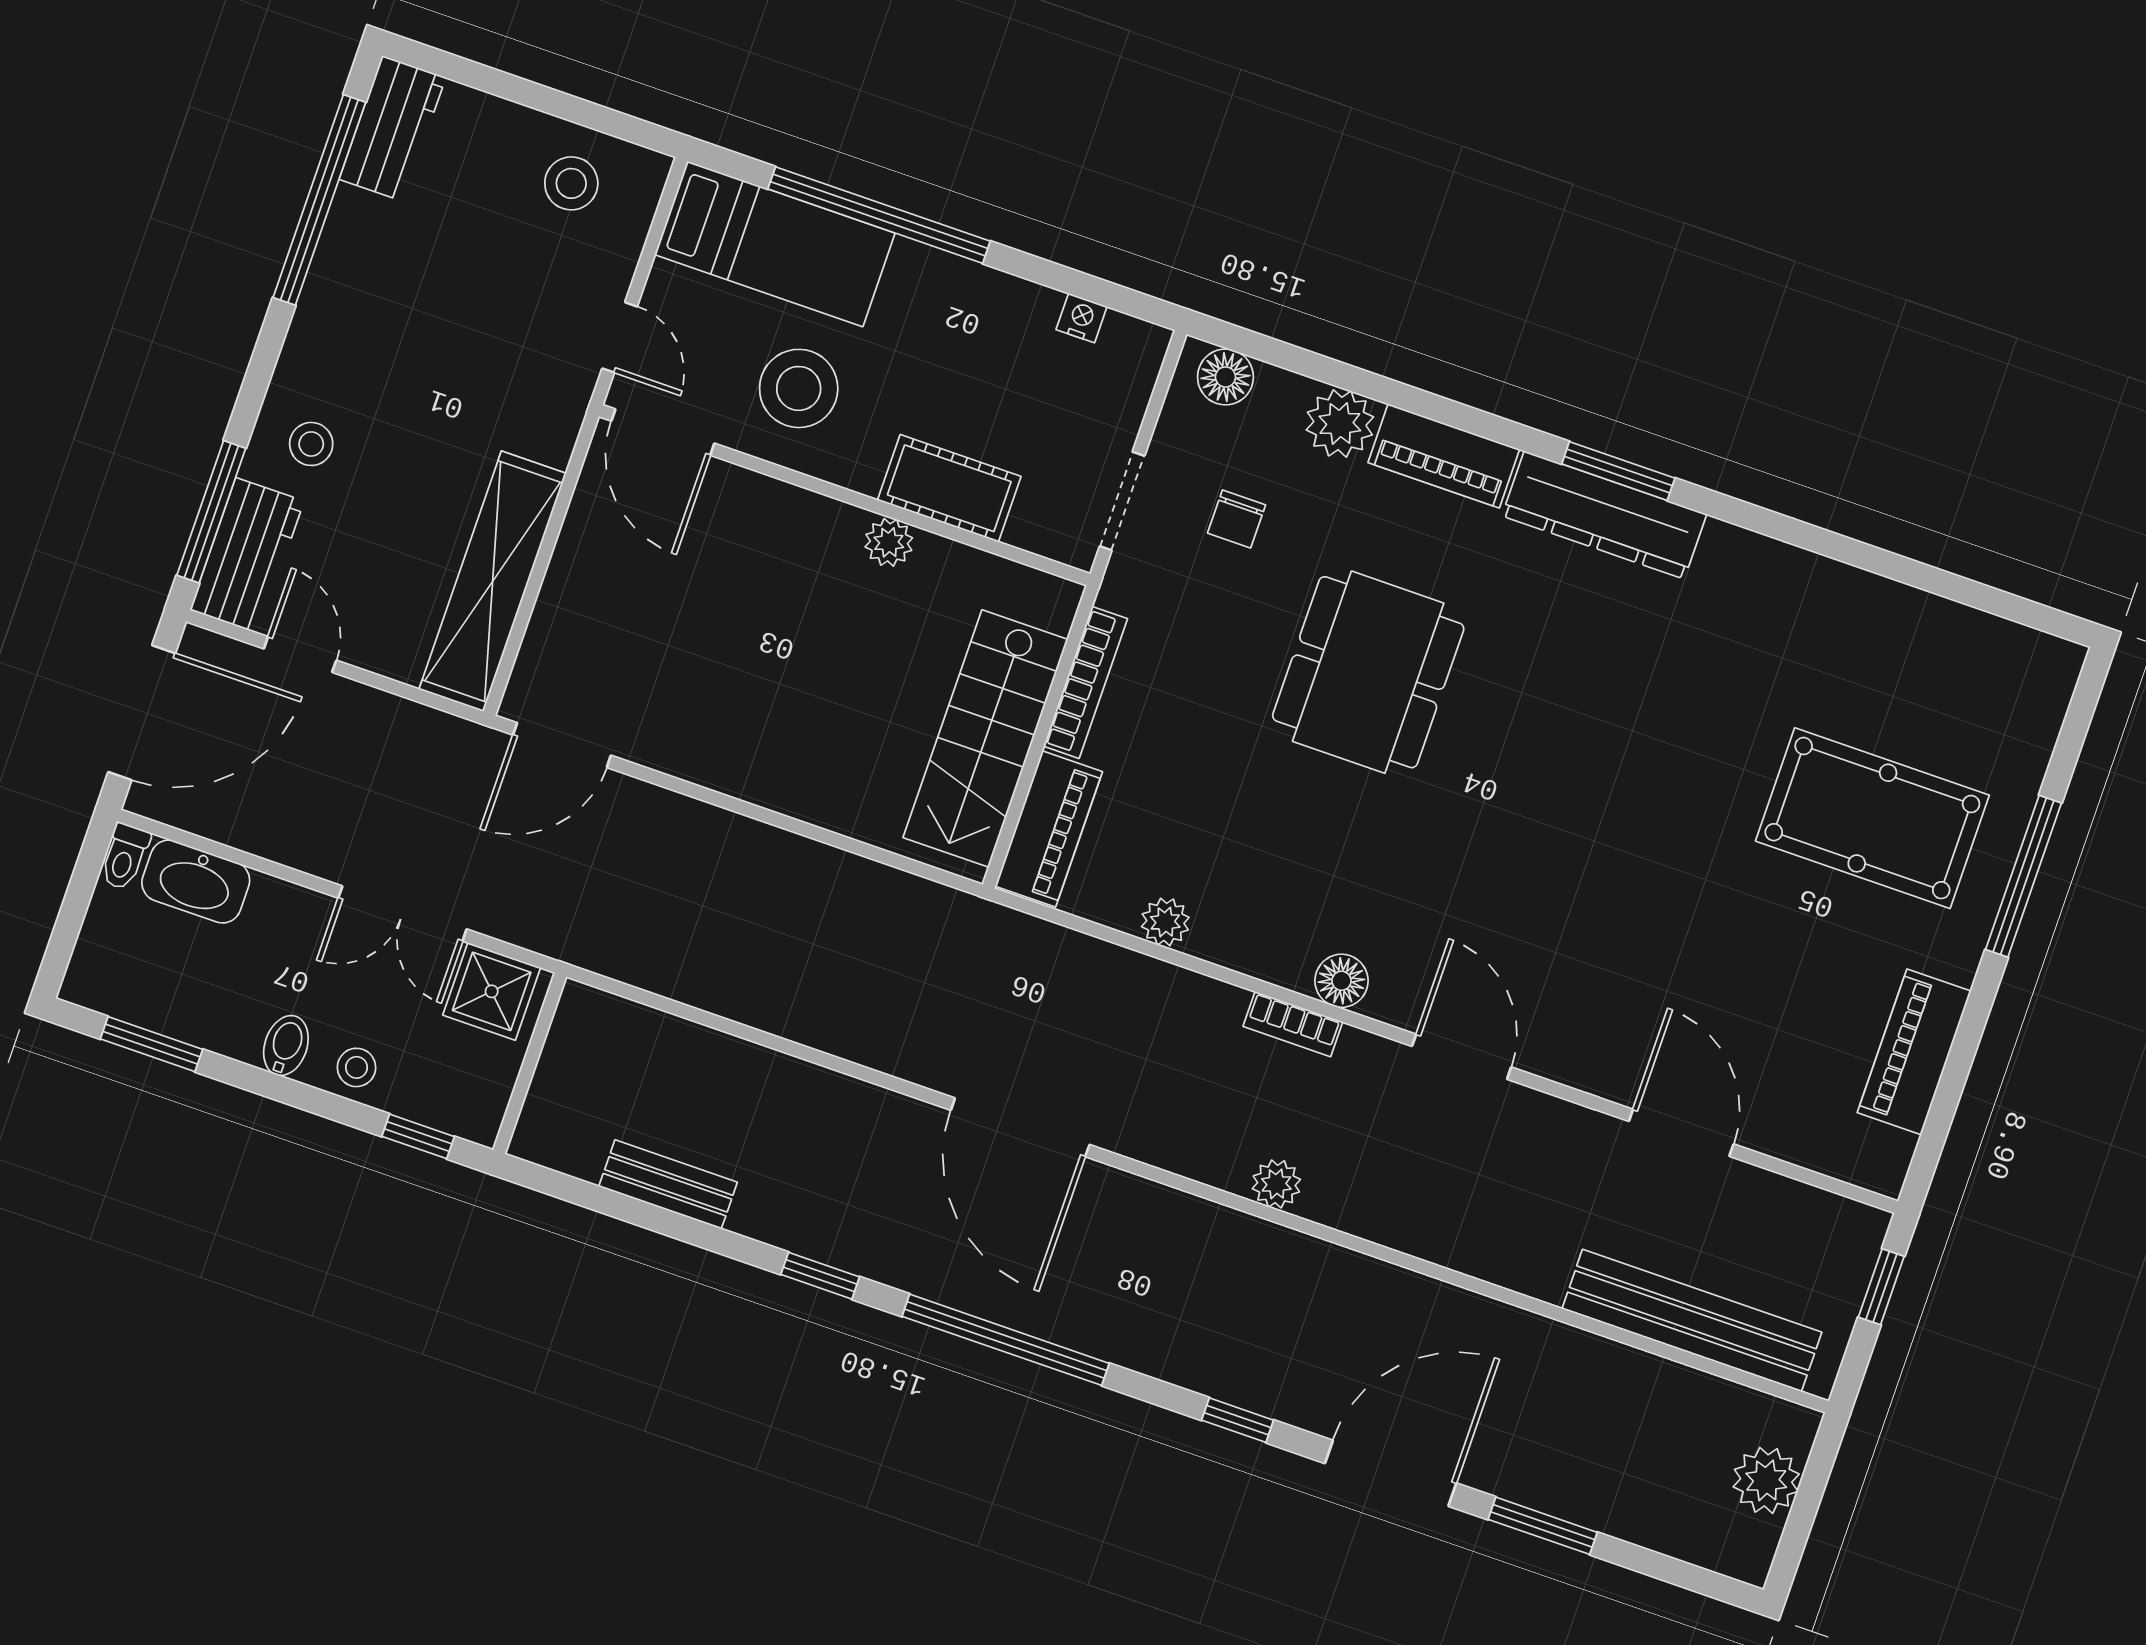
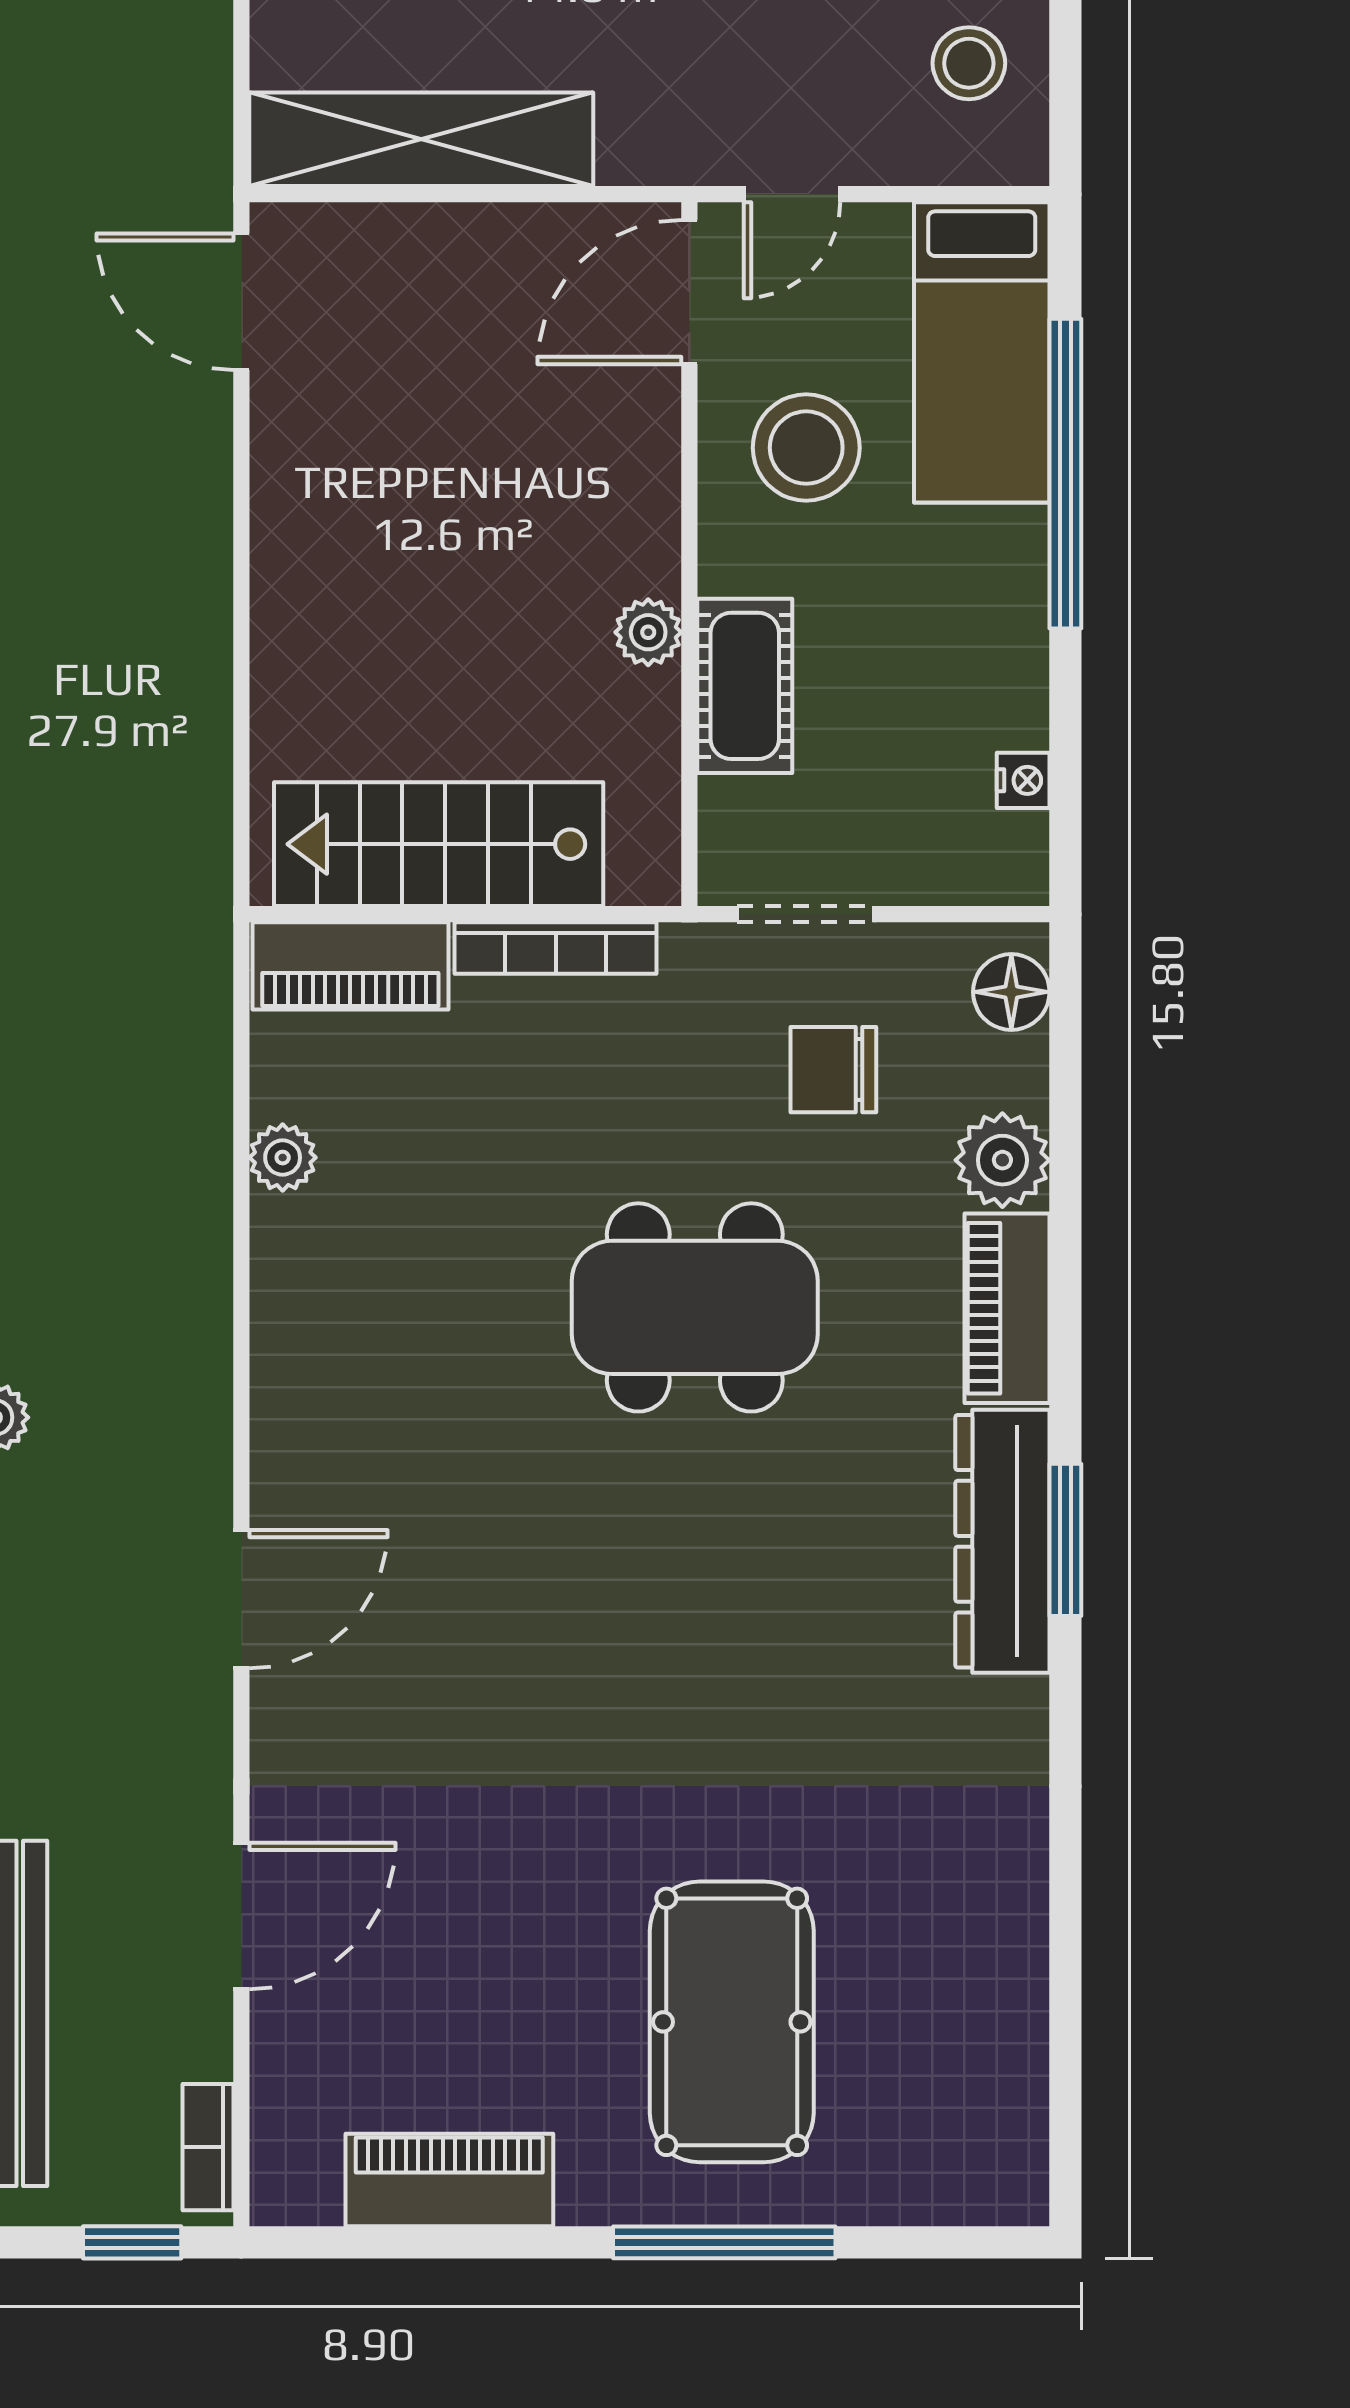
chair: (1237, 519) -> (833, 1070), width x1.37, depth x1.37
floor lamp: (1341, 981) -> (285, 1411), removed
bookcase: (1293, 1024) -> (208, 2147), moved

